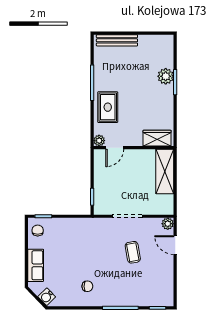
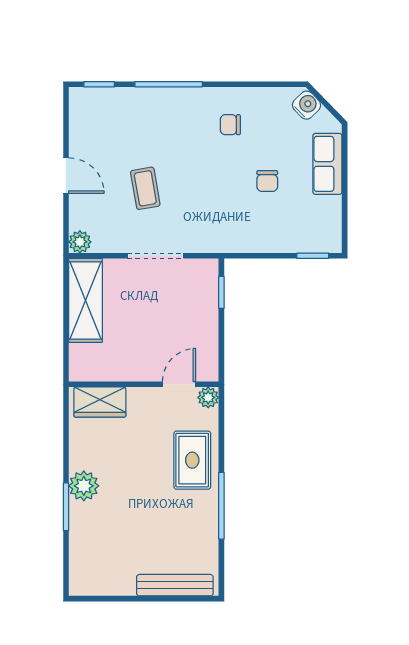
plant: (166, 76) -> (84, 486), moved
shelving: (165, 171) -> (85, 300), moved
chair: (38, 230) -> (267, 181), moved
door: (175, 245) -> (66, 176), moved

